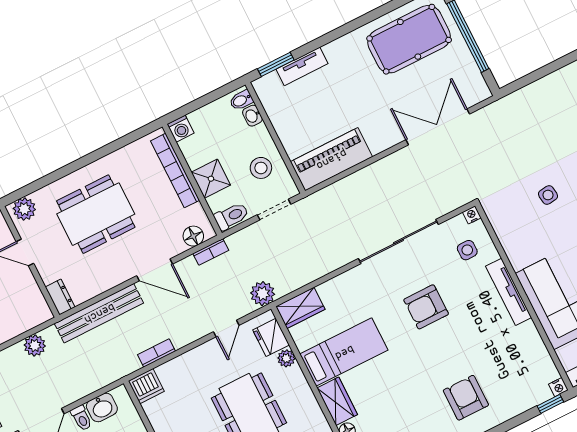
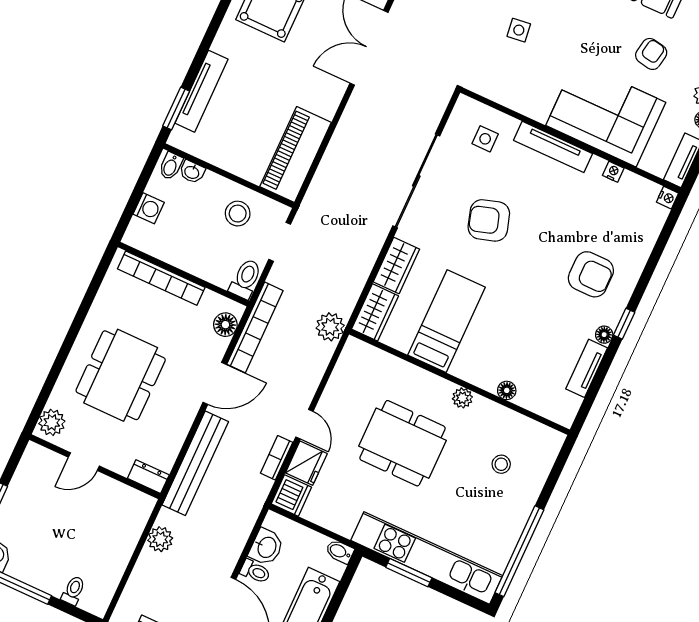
tv unit: (302, 66) -> (202, 91), width x1.41
washing machine: (181, 129) -> (149, 208), moved
shower: (211, 179) -> (200, 260), removed
nightstand: (472, 215) -> (613, 172), moved, turned 90
bookcase: (211, 252) -> (255, 327), width x2.31, depth x1.31
armchair: (426, 307) -> (489, 220), turned 73
door: (226, 329) -> (304, 424), moved
fridge: (271, 337) -> (306, 463), moved, turned -90
plant: (286, 358) -> (462, 398), moved
armchair: (466, 398) -> (591, 274), turned 180
wardrobe: (337, 401) -> (396, 265), moved, turned 90
window: (550, 404) -> (672, 219), removed

